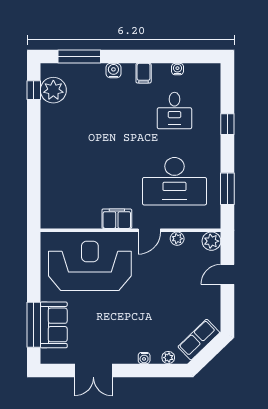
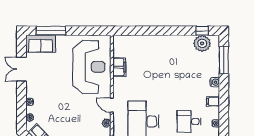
filing cabinet: (117, 219) -> (119, 67), moved
sofa: (54, 325) -> (41, 44), moved

